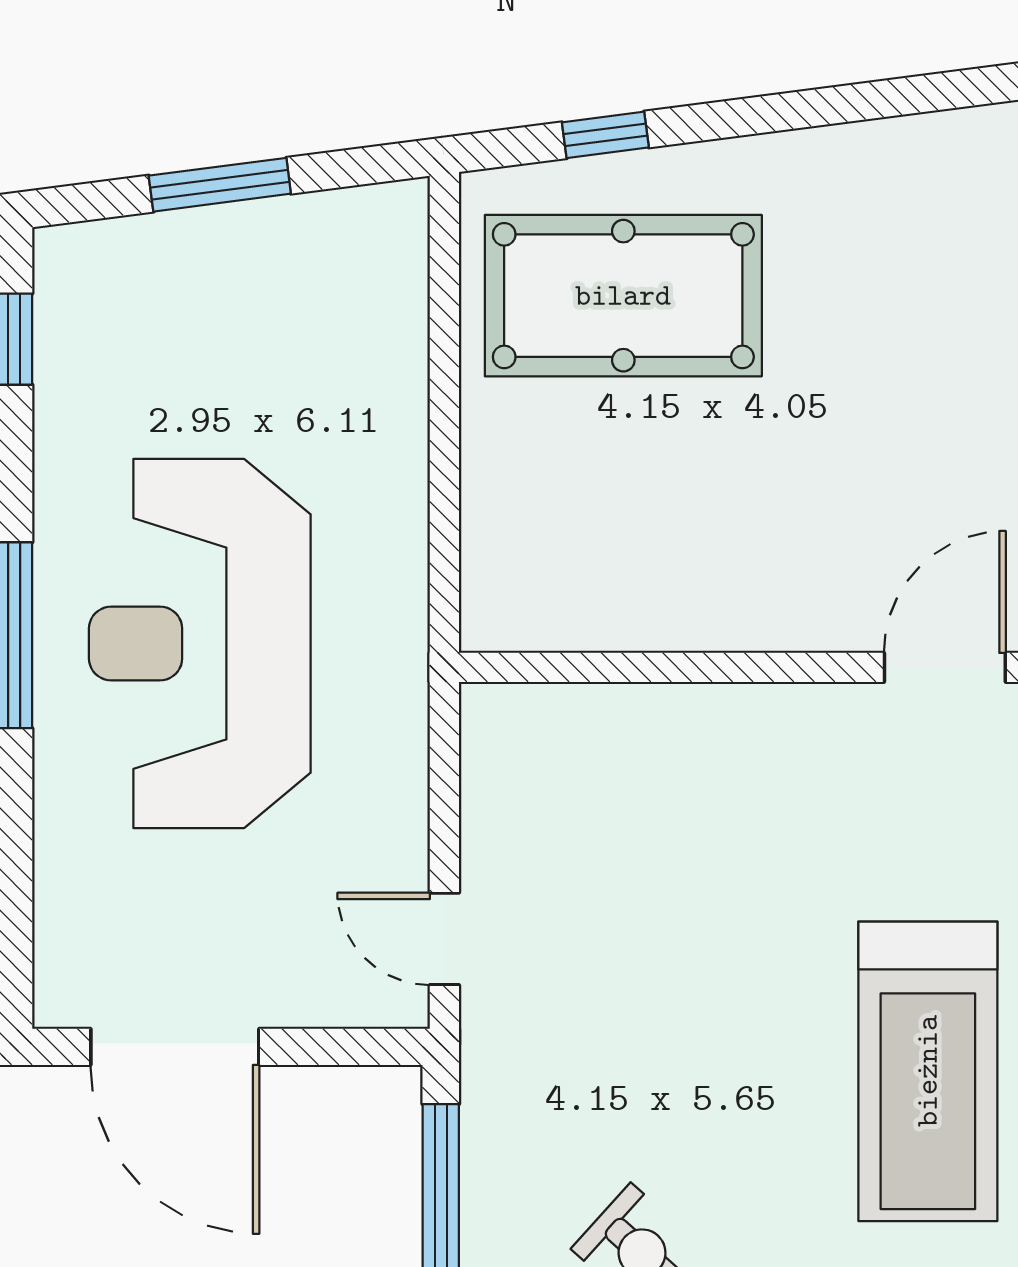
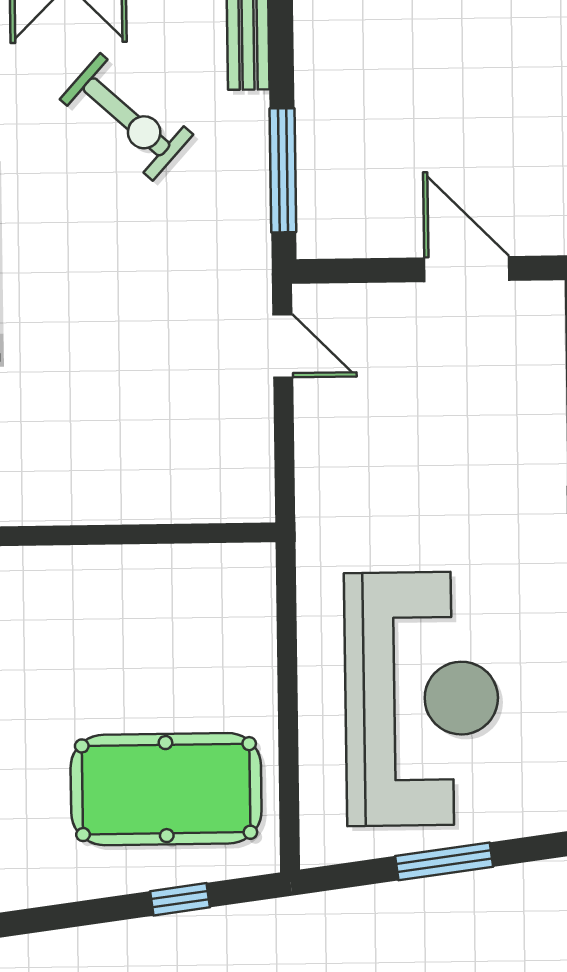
reception desk: (200, 643) -> (422, 699), moved
door: (175, 1047) -> (467, 269), width x0.73

